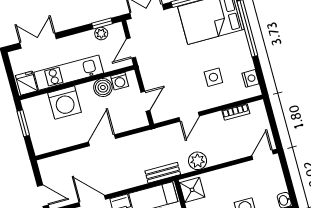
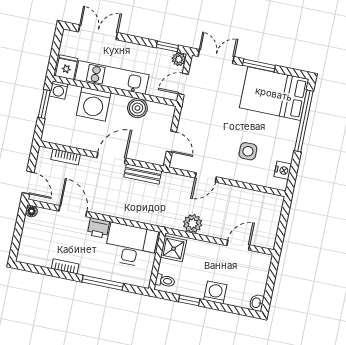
plant: (101, 34) -> (179, 59), moved
washing machine: (120, 81) -> (59, 90), moved
door: (145, 101) -> (171, 142), hinge flipped
bookcase: (236, 112) -> (66, 157), moved
door: (263, 155) -> (238, 245), moved
bench: (163, 173) -> (143, 174), moved

